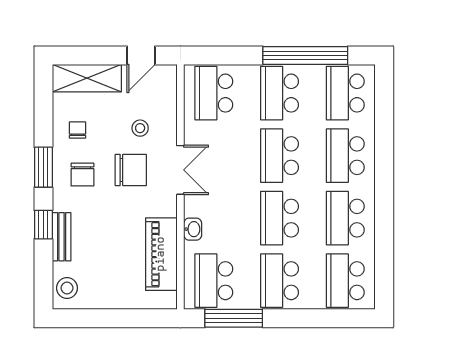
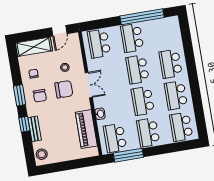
school desk: (345, 93) -> (165, 32), removed

